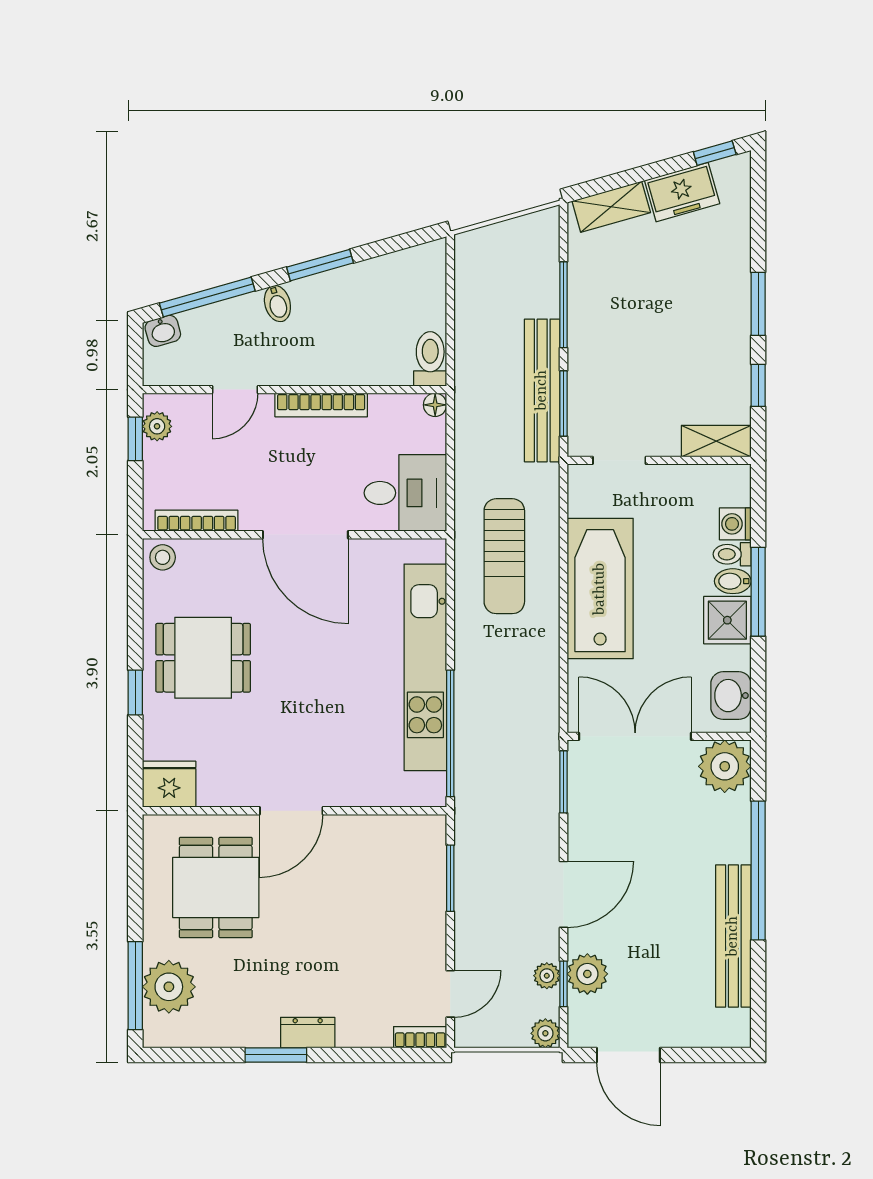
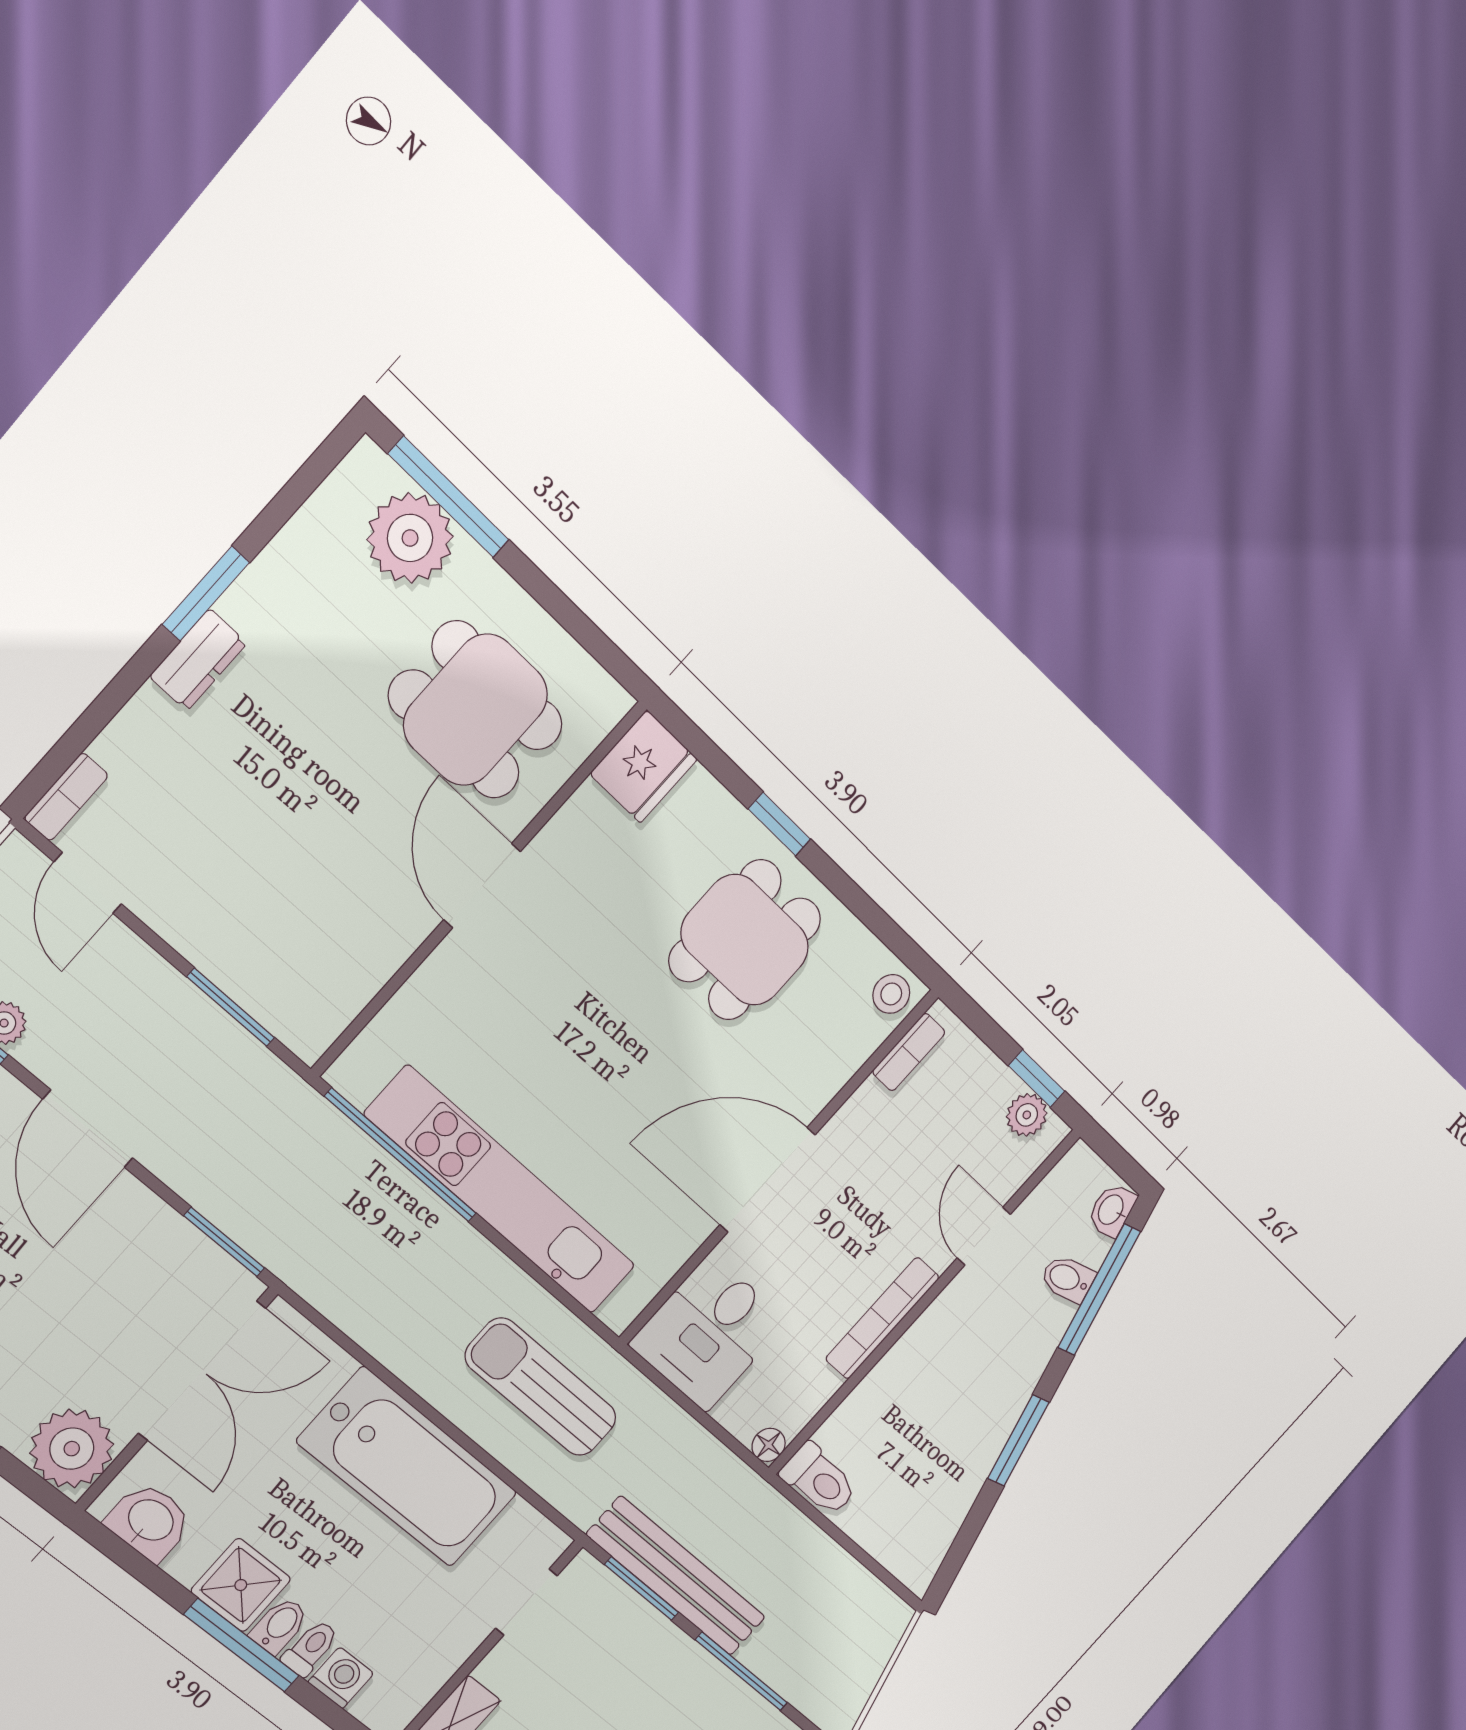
bidet: (277, 304) -> (1068, 1279), moved
bookcase: (197, 521) -> (909, 1052), width x0.64

